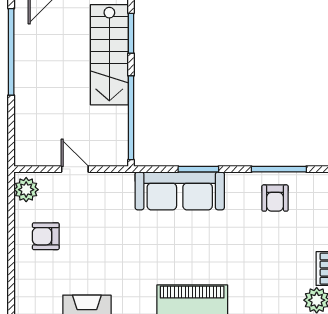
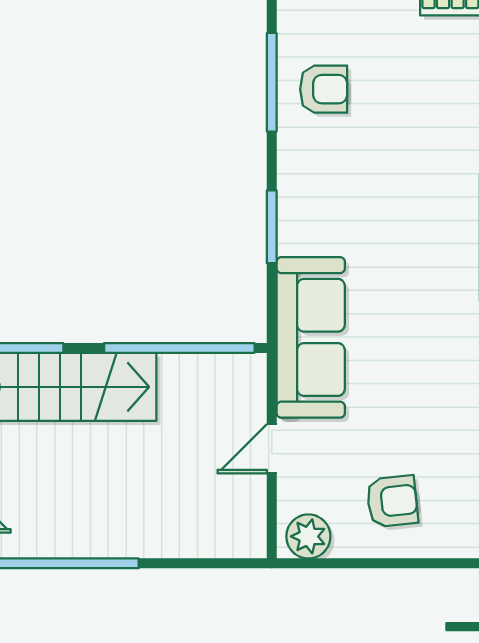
sofa: (180, 191) -> (311, 337), moved
armchair: (46, 236) -> (392, 501), turned -96

